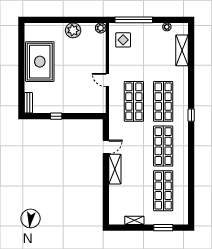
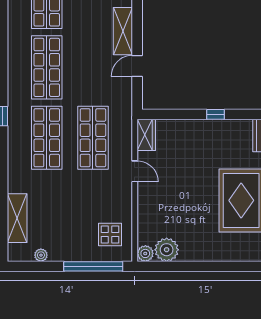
plant: (73, 30) -> (167, 250), moved
wardrobe: (100, 103) -> (146, 135), added

